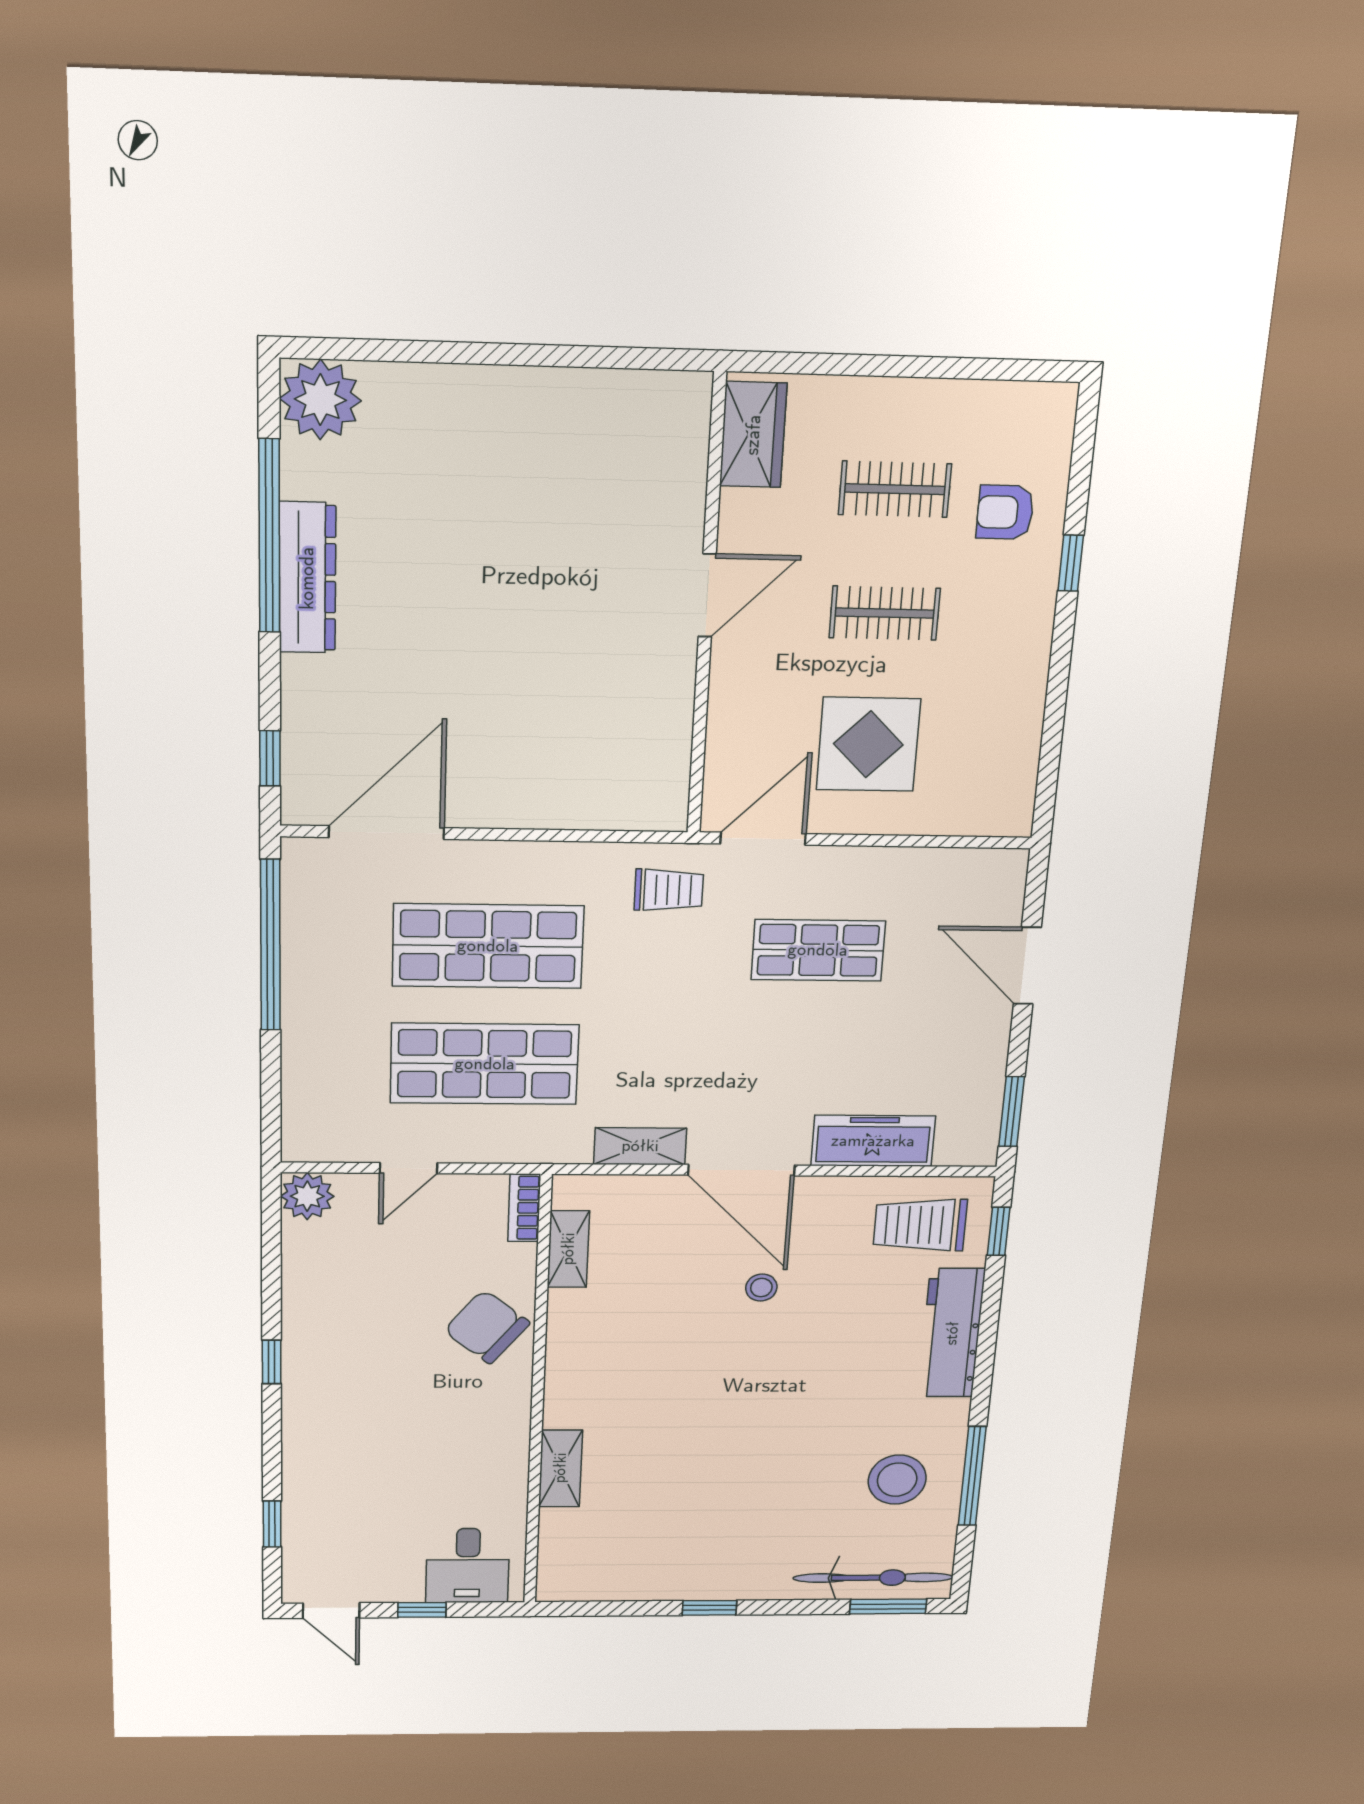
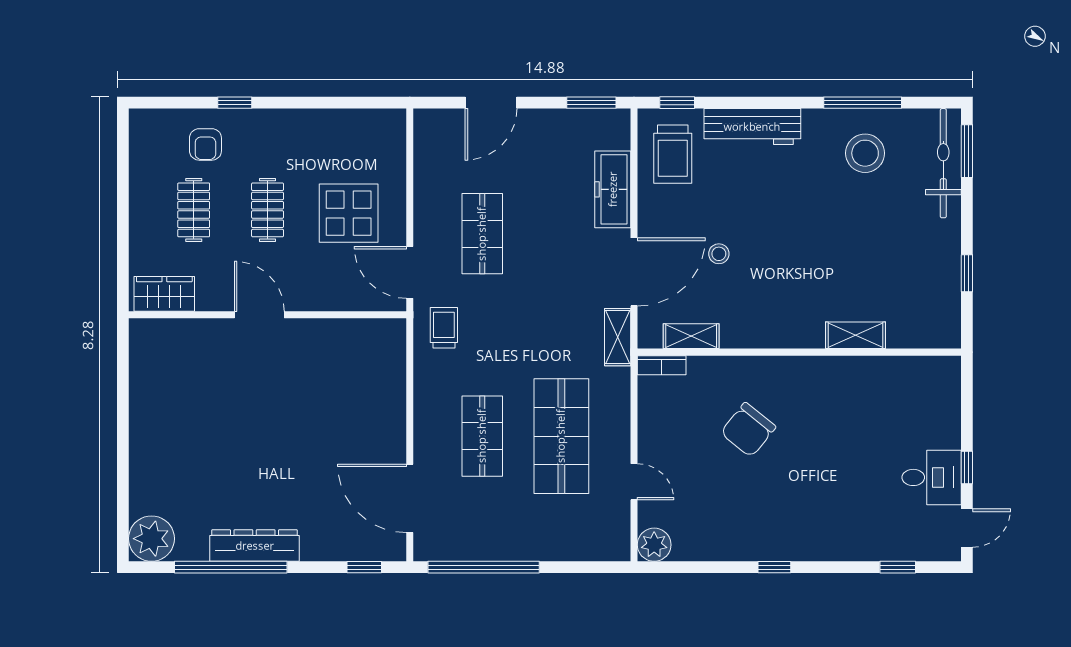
shop shelf: (488, 946) -> (482, 436), width x0.70, depth x0.74
bookcase: (524, 1208) -> (662, 365), moved
shelving: (568, 1249) -> (691, 336), moved
wall: (538, 1395) -> (799, 352), moved
shelving: (560, 1468) -> (856, 335), moved
desk: (468, 1566) -> (932, 477), moved

